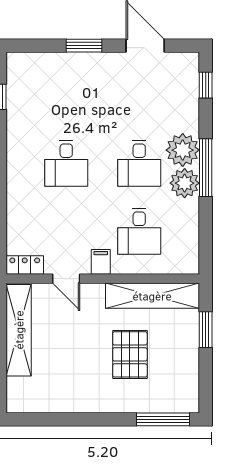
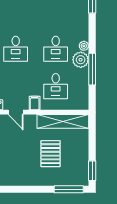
plant: (183, 150) -> (84, 46), width x0.53, depth x0.53
window: (206, 168) -> (92, 69), moved
window: (206, 330) -> (92, 171), moved

